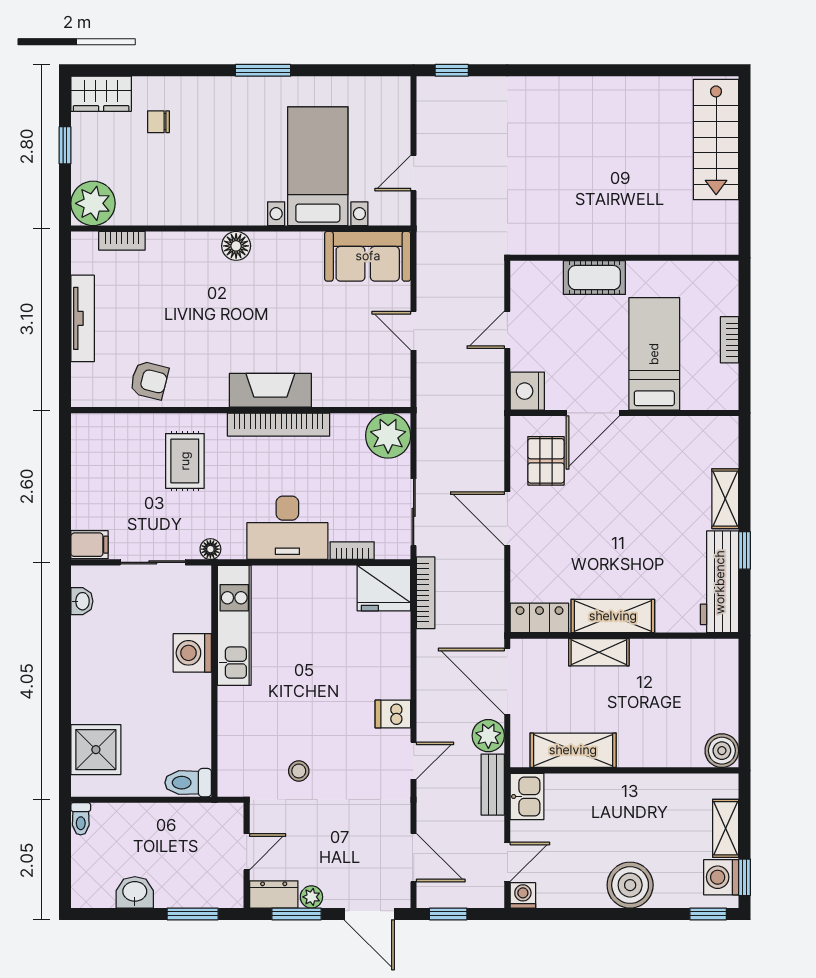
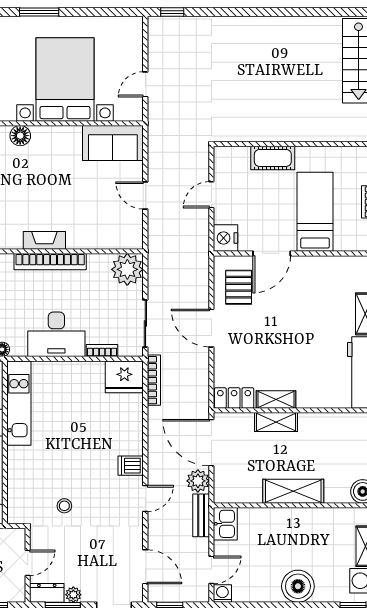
bed with nightstands: (318, 166) -> (65, 79), width x1.36
fireplace: (270, 390) -> (44, 240), width x0.73, depth x0.76
shelving: (613, 616) -> (276, 400), width x0.67, depth x0.75
shelving: (573, 750) -> (293, 491), moved

